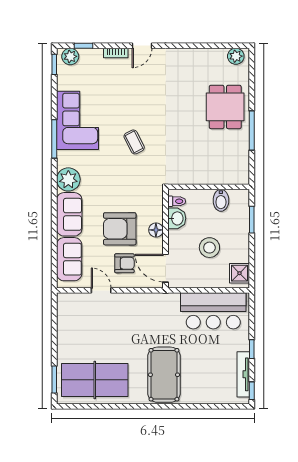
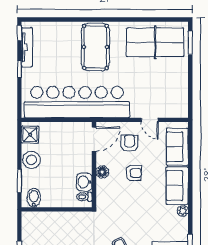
plant: (68, 179) -> (183, 211), width x0.53, depth x0.53
bidet: (221, 200) -> (34, 198), moved
armchair: (120, 229) -> (134, 173), width x0.53, depth x0.53
stool: (209, 248) -> (32, 160), moved
armchair: (124, 263) -> (130, 143), turned 90
door: (166, 268) -> (94, 139), hinge flipped
bar counter: (213, 311) -> (77, 102), width x1.86

